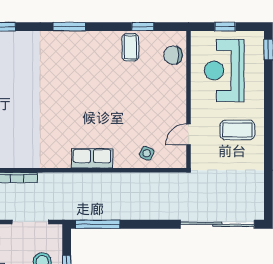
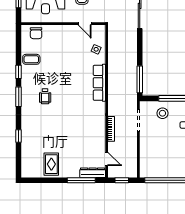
window: (143, 27) -> (19, 72), moved
wheelchair: (70, 70) -> (45, 96), added
row of seats: (92, 158) -> (99, 83), width x1.48

